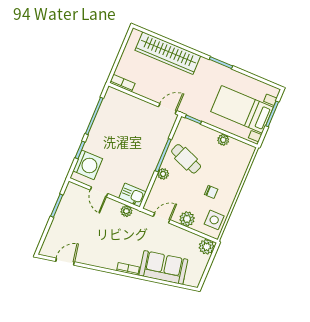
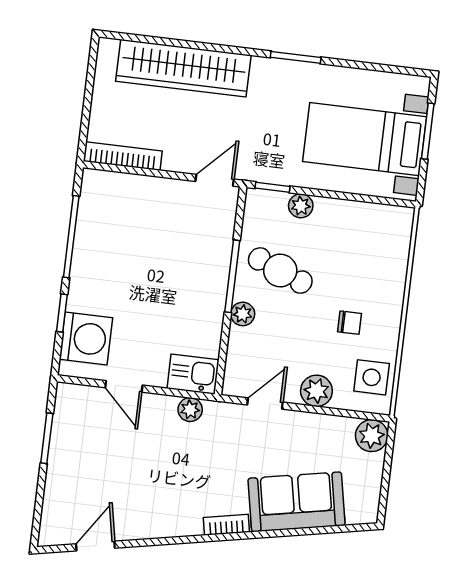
bookcase: (122, 83) -> (123, 156), width x1.56
plant: (223, 140) -> (301, 206), moved

